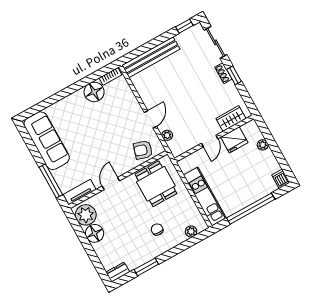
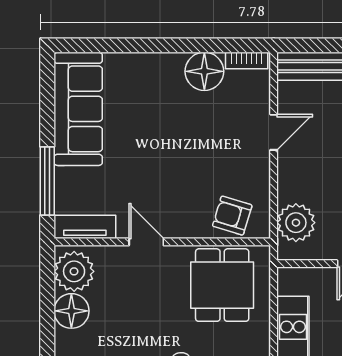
door: (150, 119) -> (274, 132), moved
plant: (167, 135) -> (296, 223), width x1.87, depth x1.87
door: (111, 183) -> (146, 242), hinge flipped

